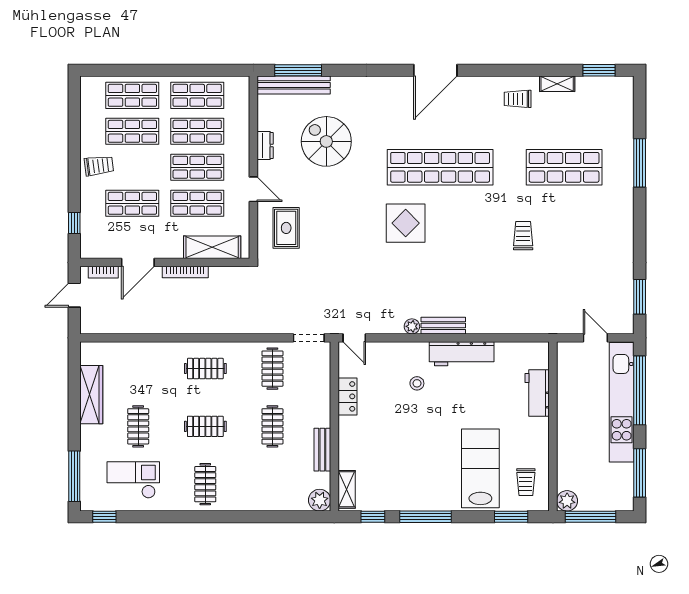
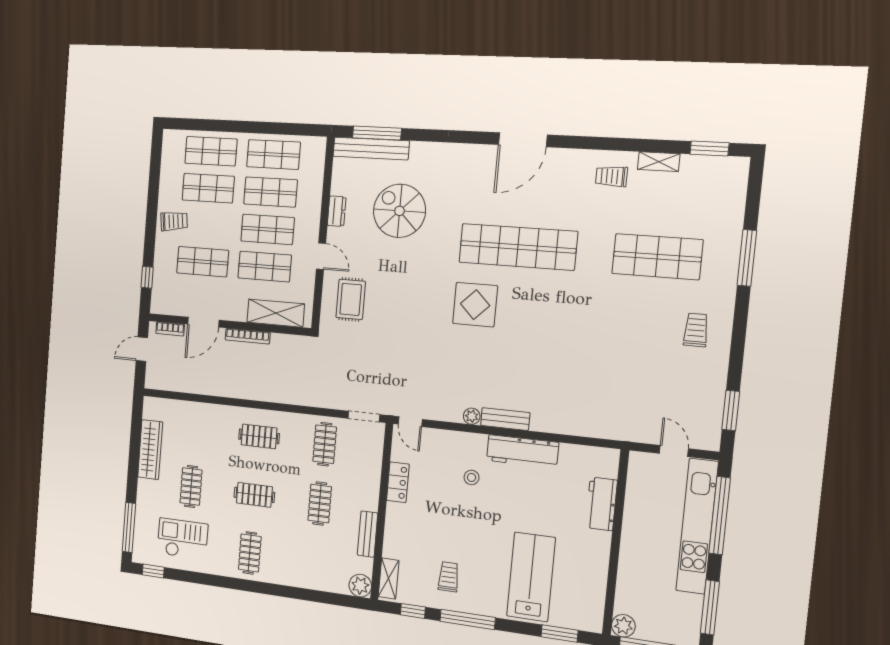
trolley: (523, 236) -> (696, 330), moved
trolley: (526, 482) -> (449, 577), moved, turned 180

